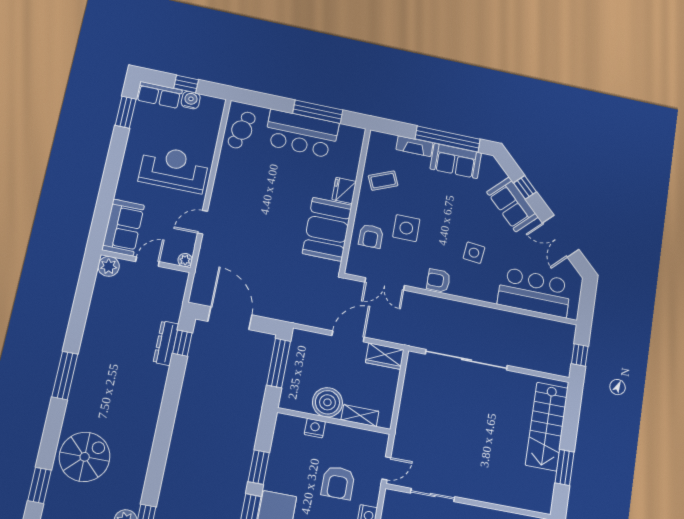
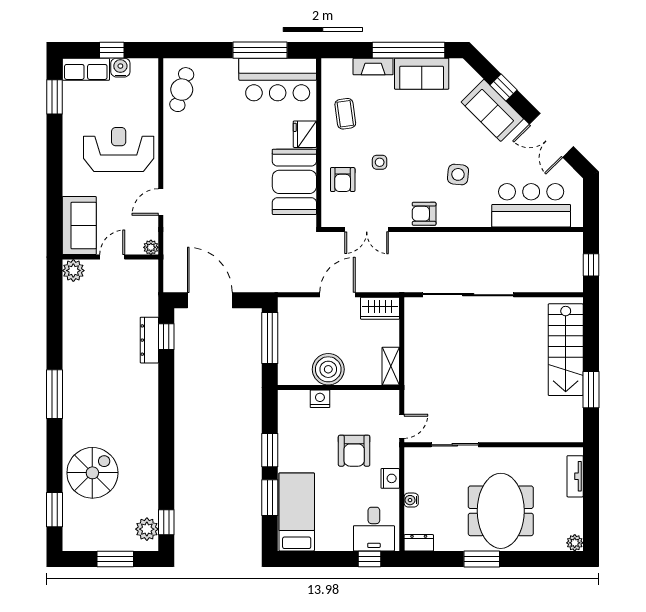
bar counter: (302, 134) -> (278, 79), moved
coffee table: (383, 181) -> (345, 114), turned -75
side table: (406, 228) -> (380, 162), width x0.54, depth x0.54
shelving: (360, 416) -> (391, 366), moved, turned 90

